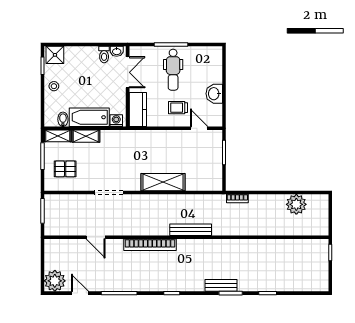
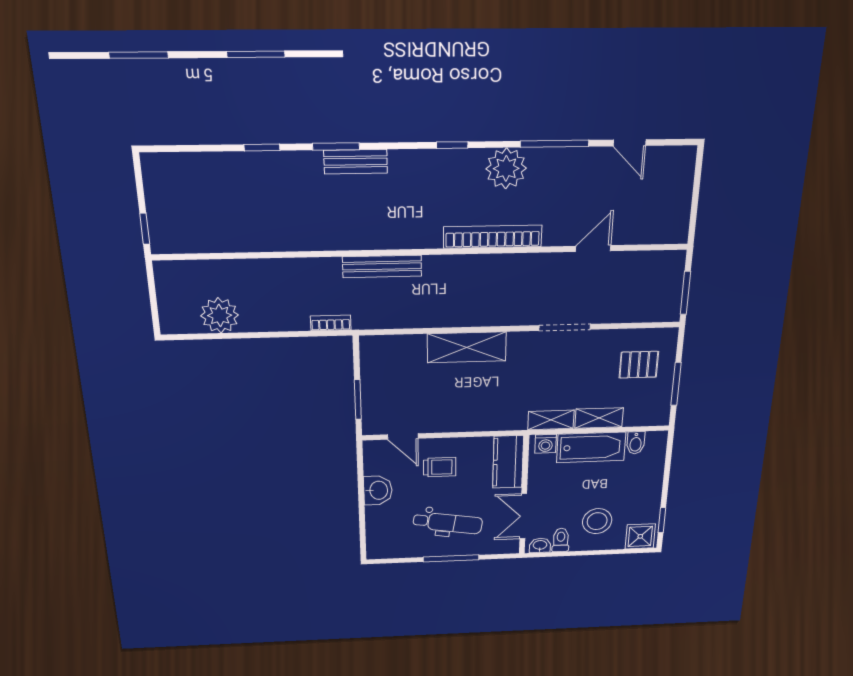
dental chair: (173, 70) -> (448, 523), turned 99
stool: (54, 86) -> (597, 521), moved, width x1.89, depth x1.89
shelving: (58, 136) -> (551, 420), moved
bench: (191, 230) -> (382, 266), moved
door: (96, 237) -> (593, 249), hinge flipped
plant: (55, 281) -> (506, 168), moved

